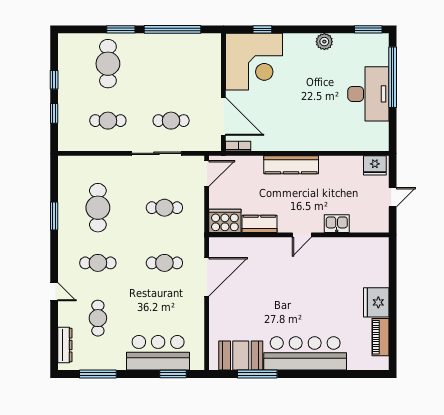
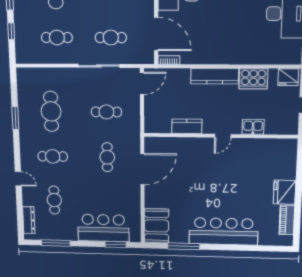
cooker: (225, 221) -> (253, 79), moved, turned 180
cafe table: (164, 263) -> (107, 157), turned 90
booth: (241, 356) -> (156, 226), moved, turned 90

